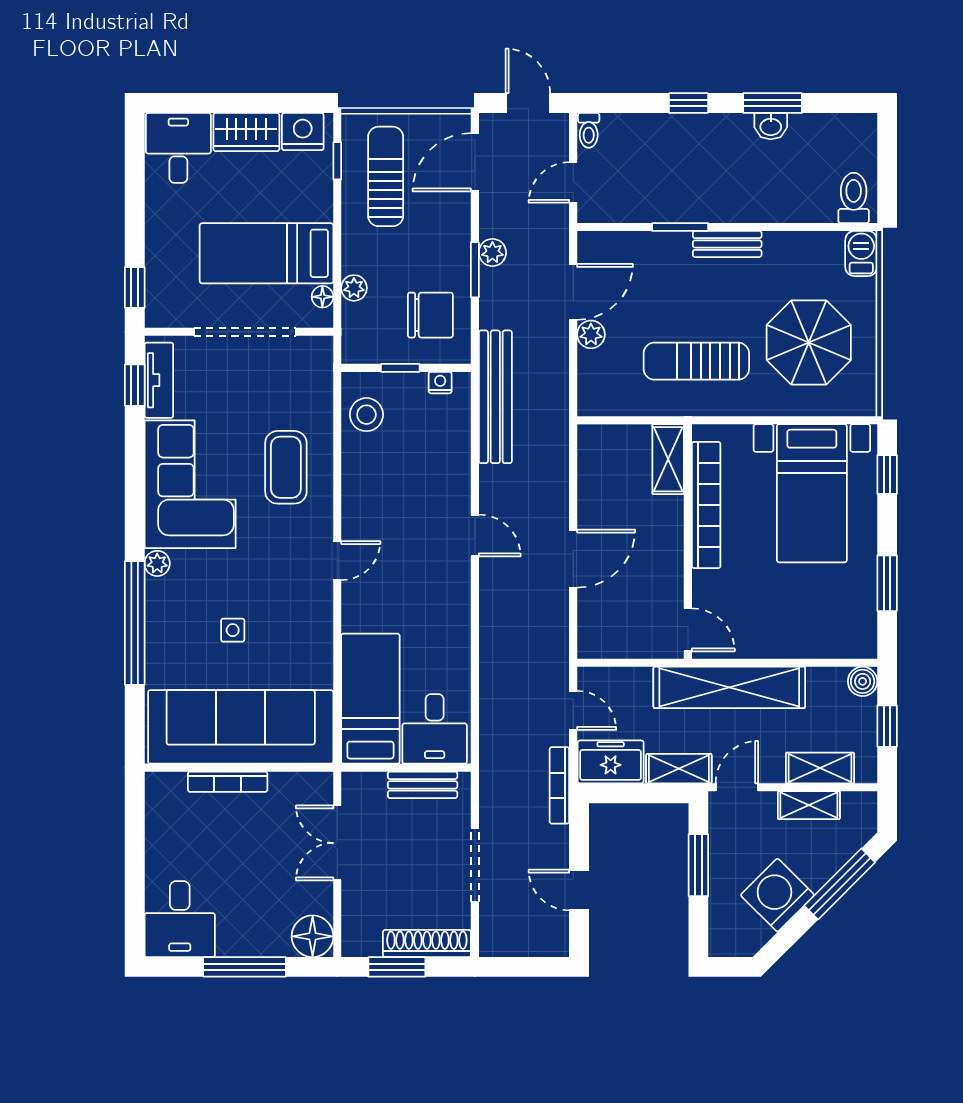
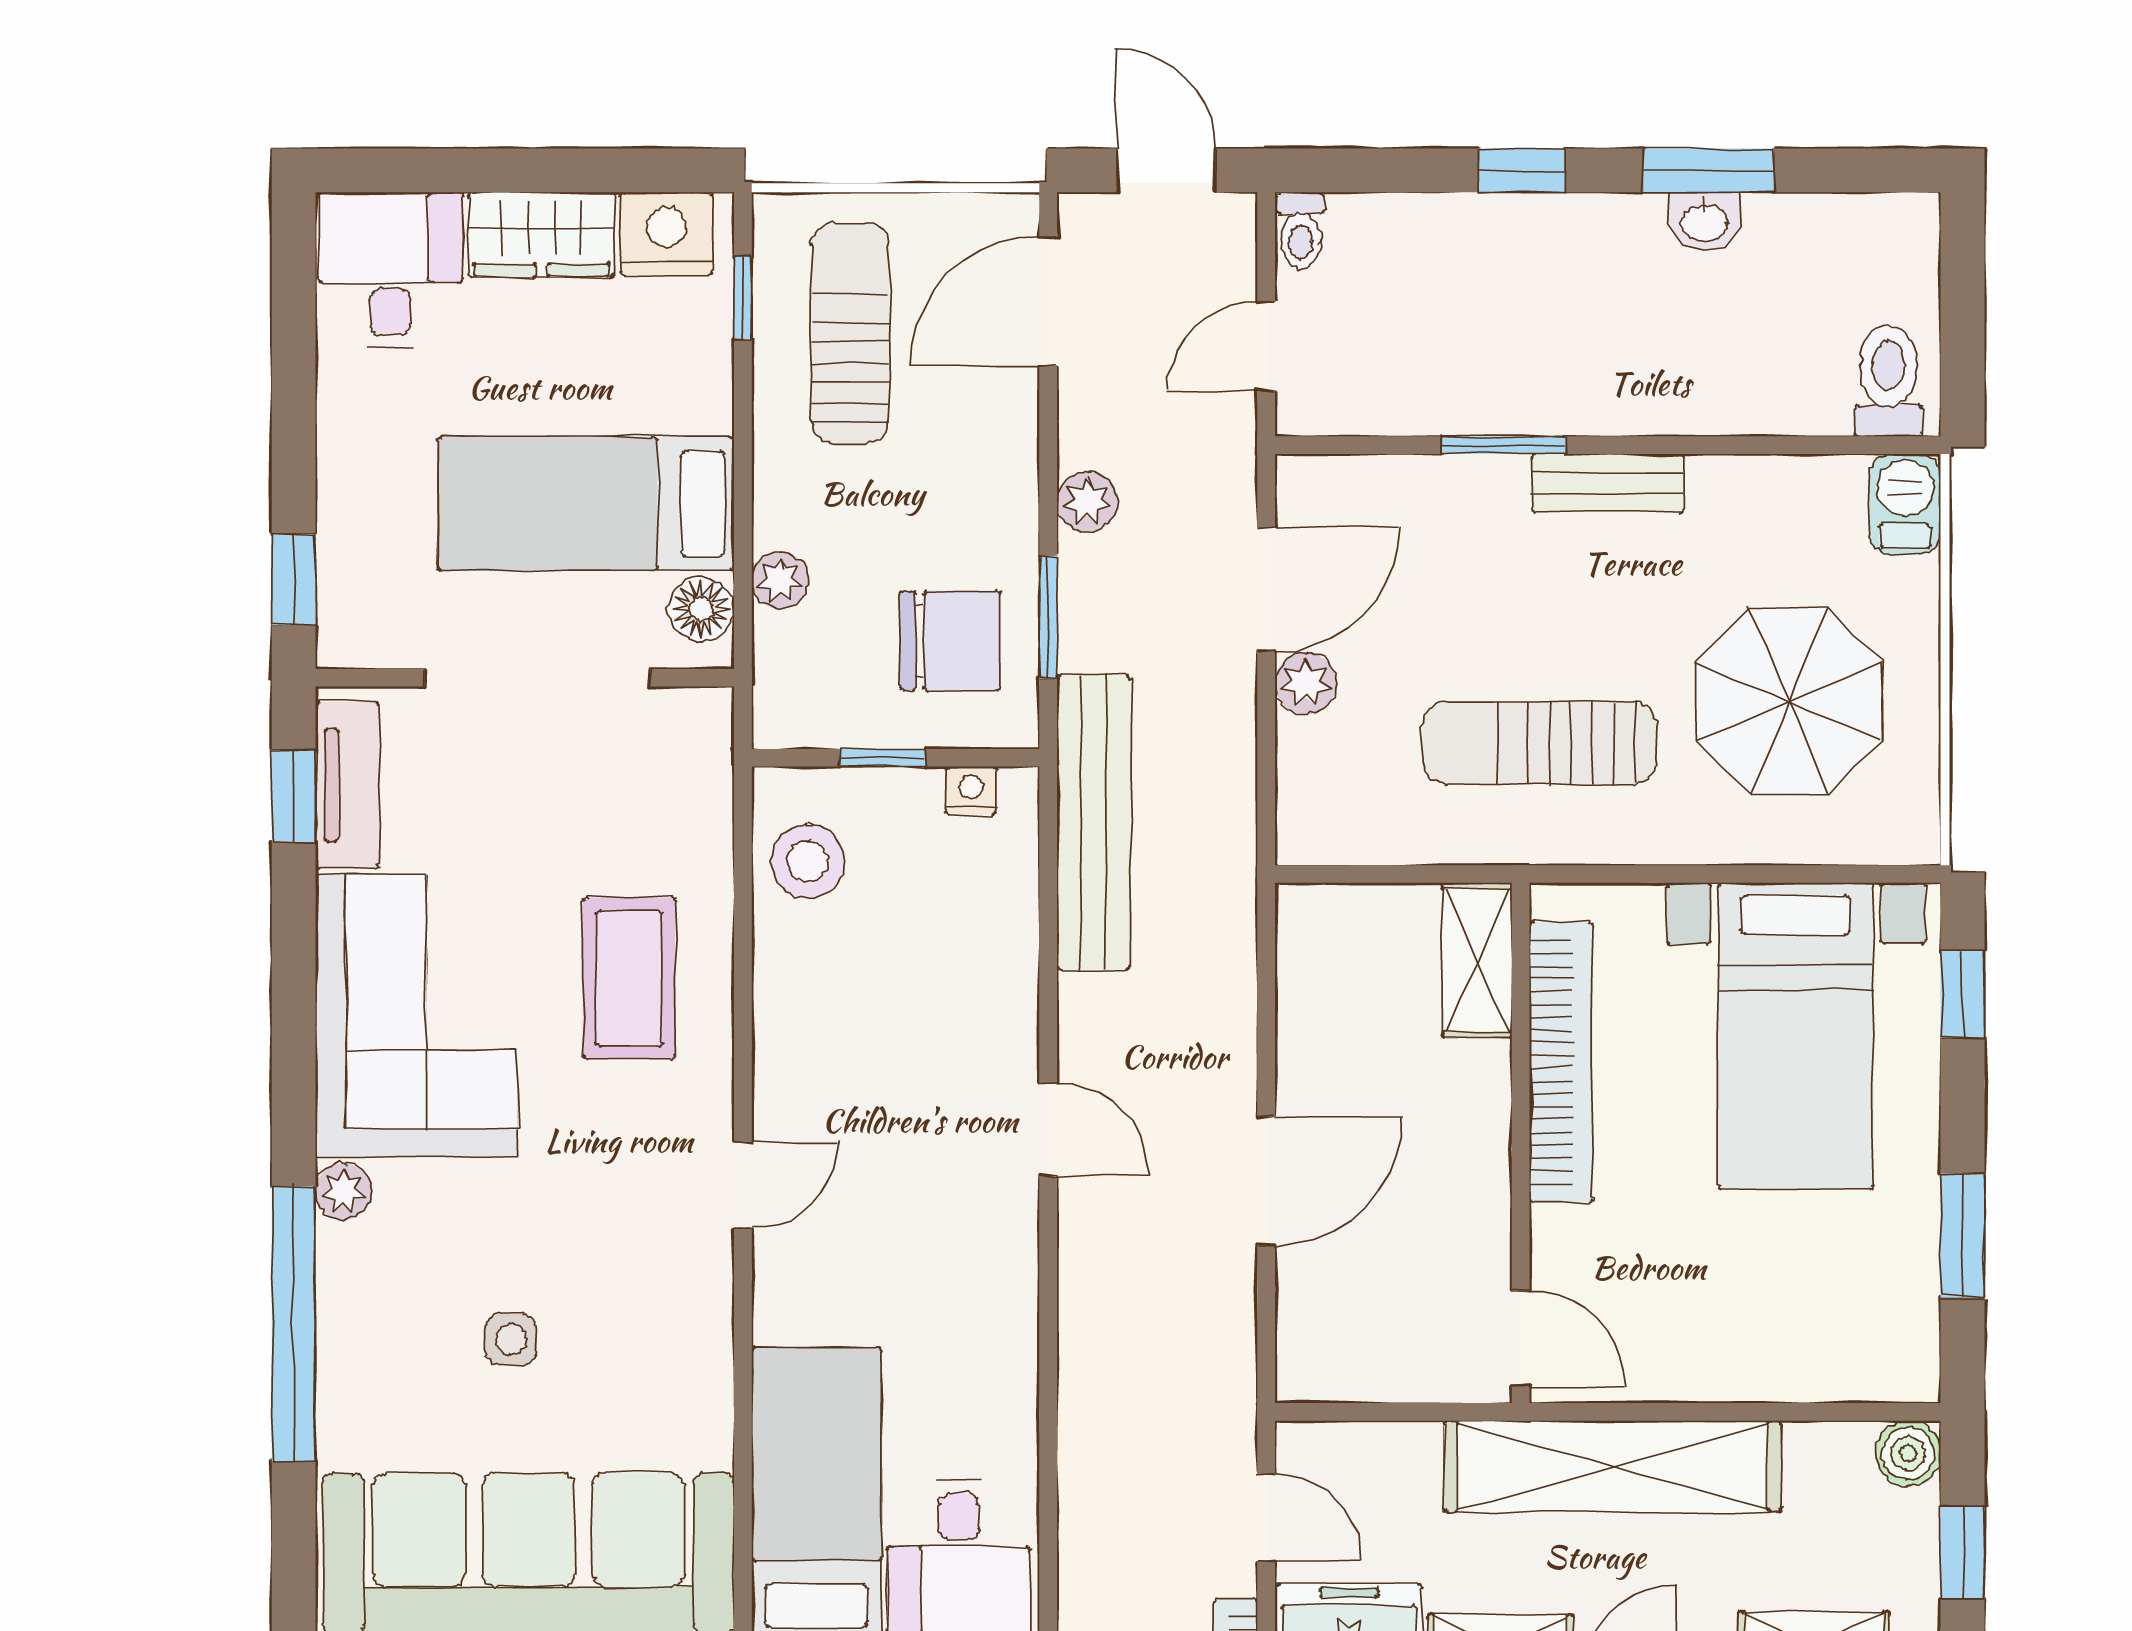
window: (475, 270) -> (1048, 617), moved
floor lamp: (322, 297) -> (701, 609), width x1.37, depth x1.37

